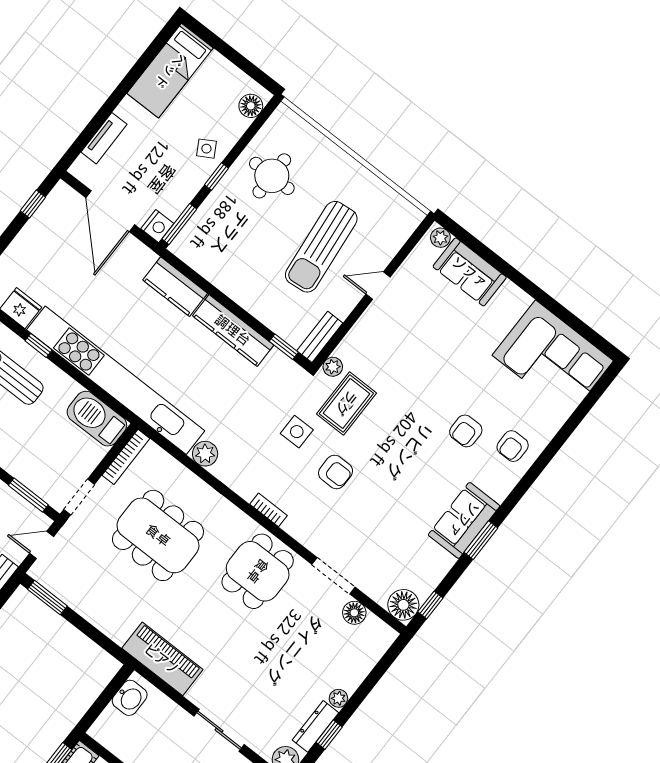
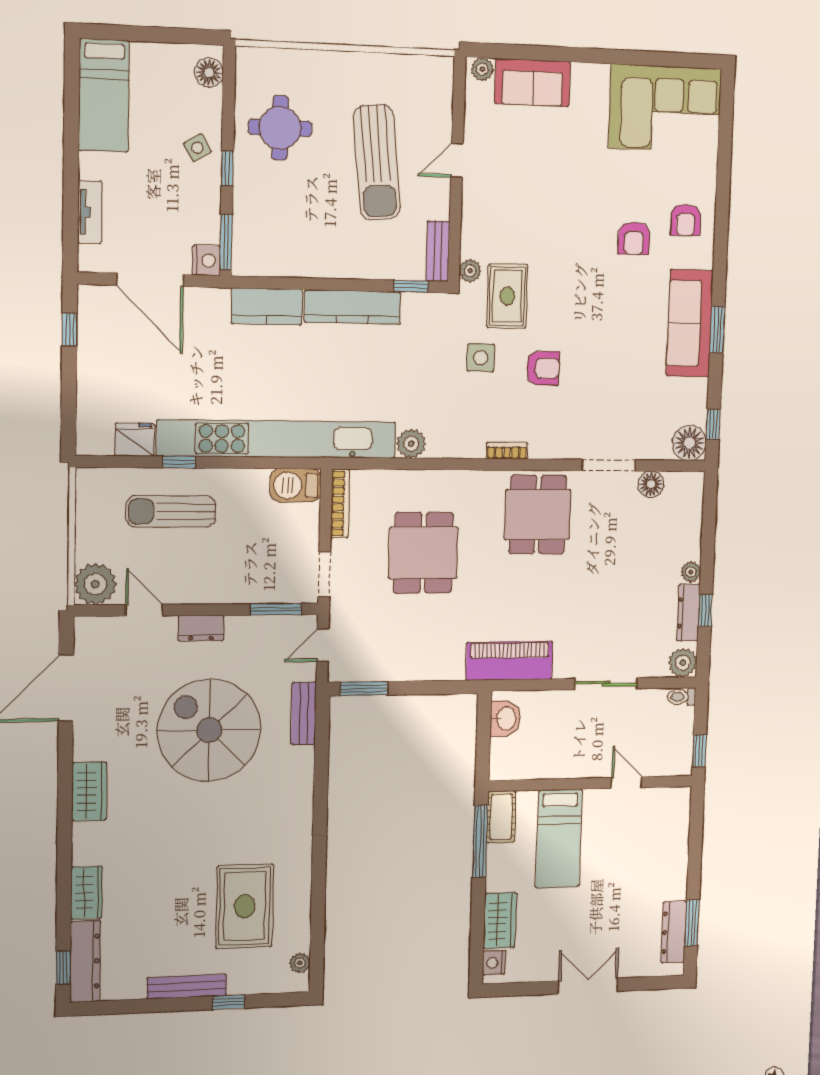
barbecue: (97, 419) -> (296, 485), width x0.73, depth x0.83
sofa: (464, 520) -> (690, 323), width x1.36
dining table: (158, 535) -> (423, 553), width x0.73

